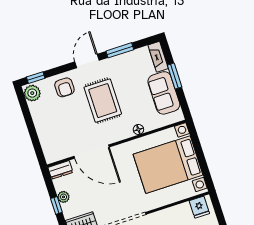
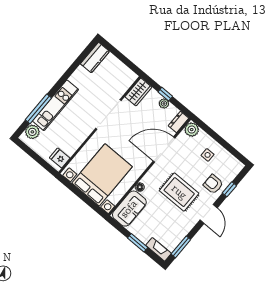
window: (120, 50) -> (181, 247), moved
window: (36, 78) -> (229, 189), moved
plant: (32, 93) -> (192, 130), moved
sofa: (164, 93) -> (129, 209), moved, turned 90
side table: (52, 120) -> (208, 155), added

